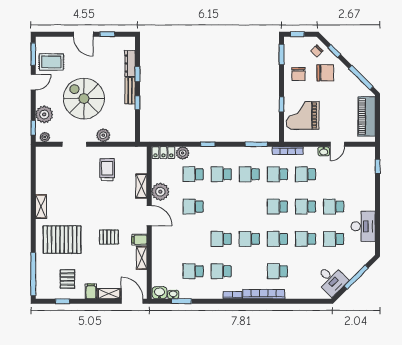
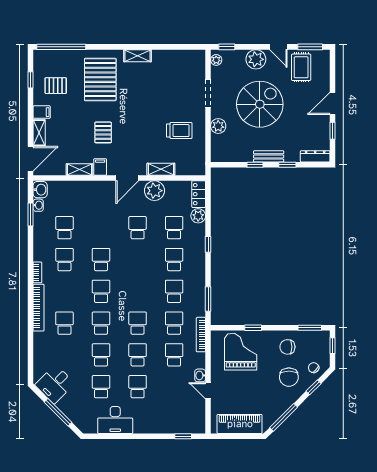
dresser: (130, 64) -> (315, 156), moved
plant: (44, 114) -> (256, 59), moved

